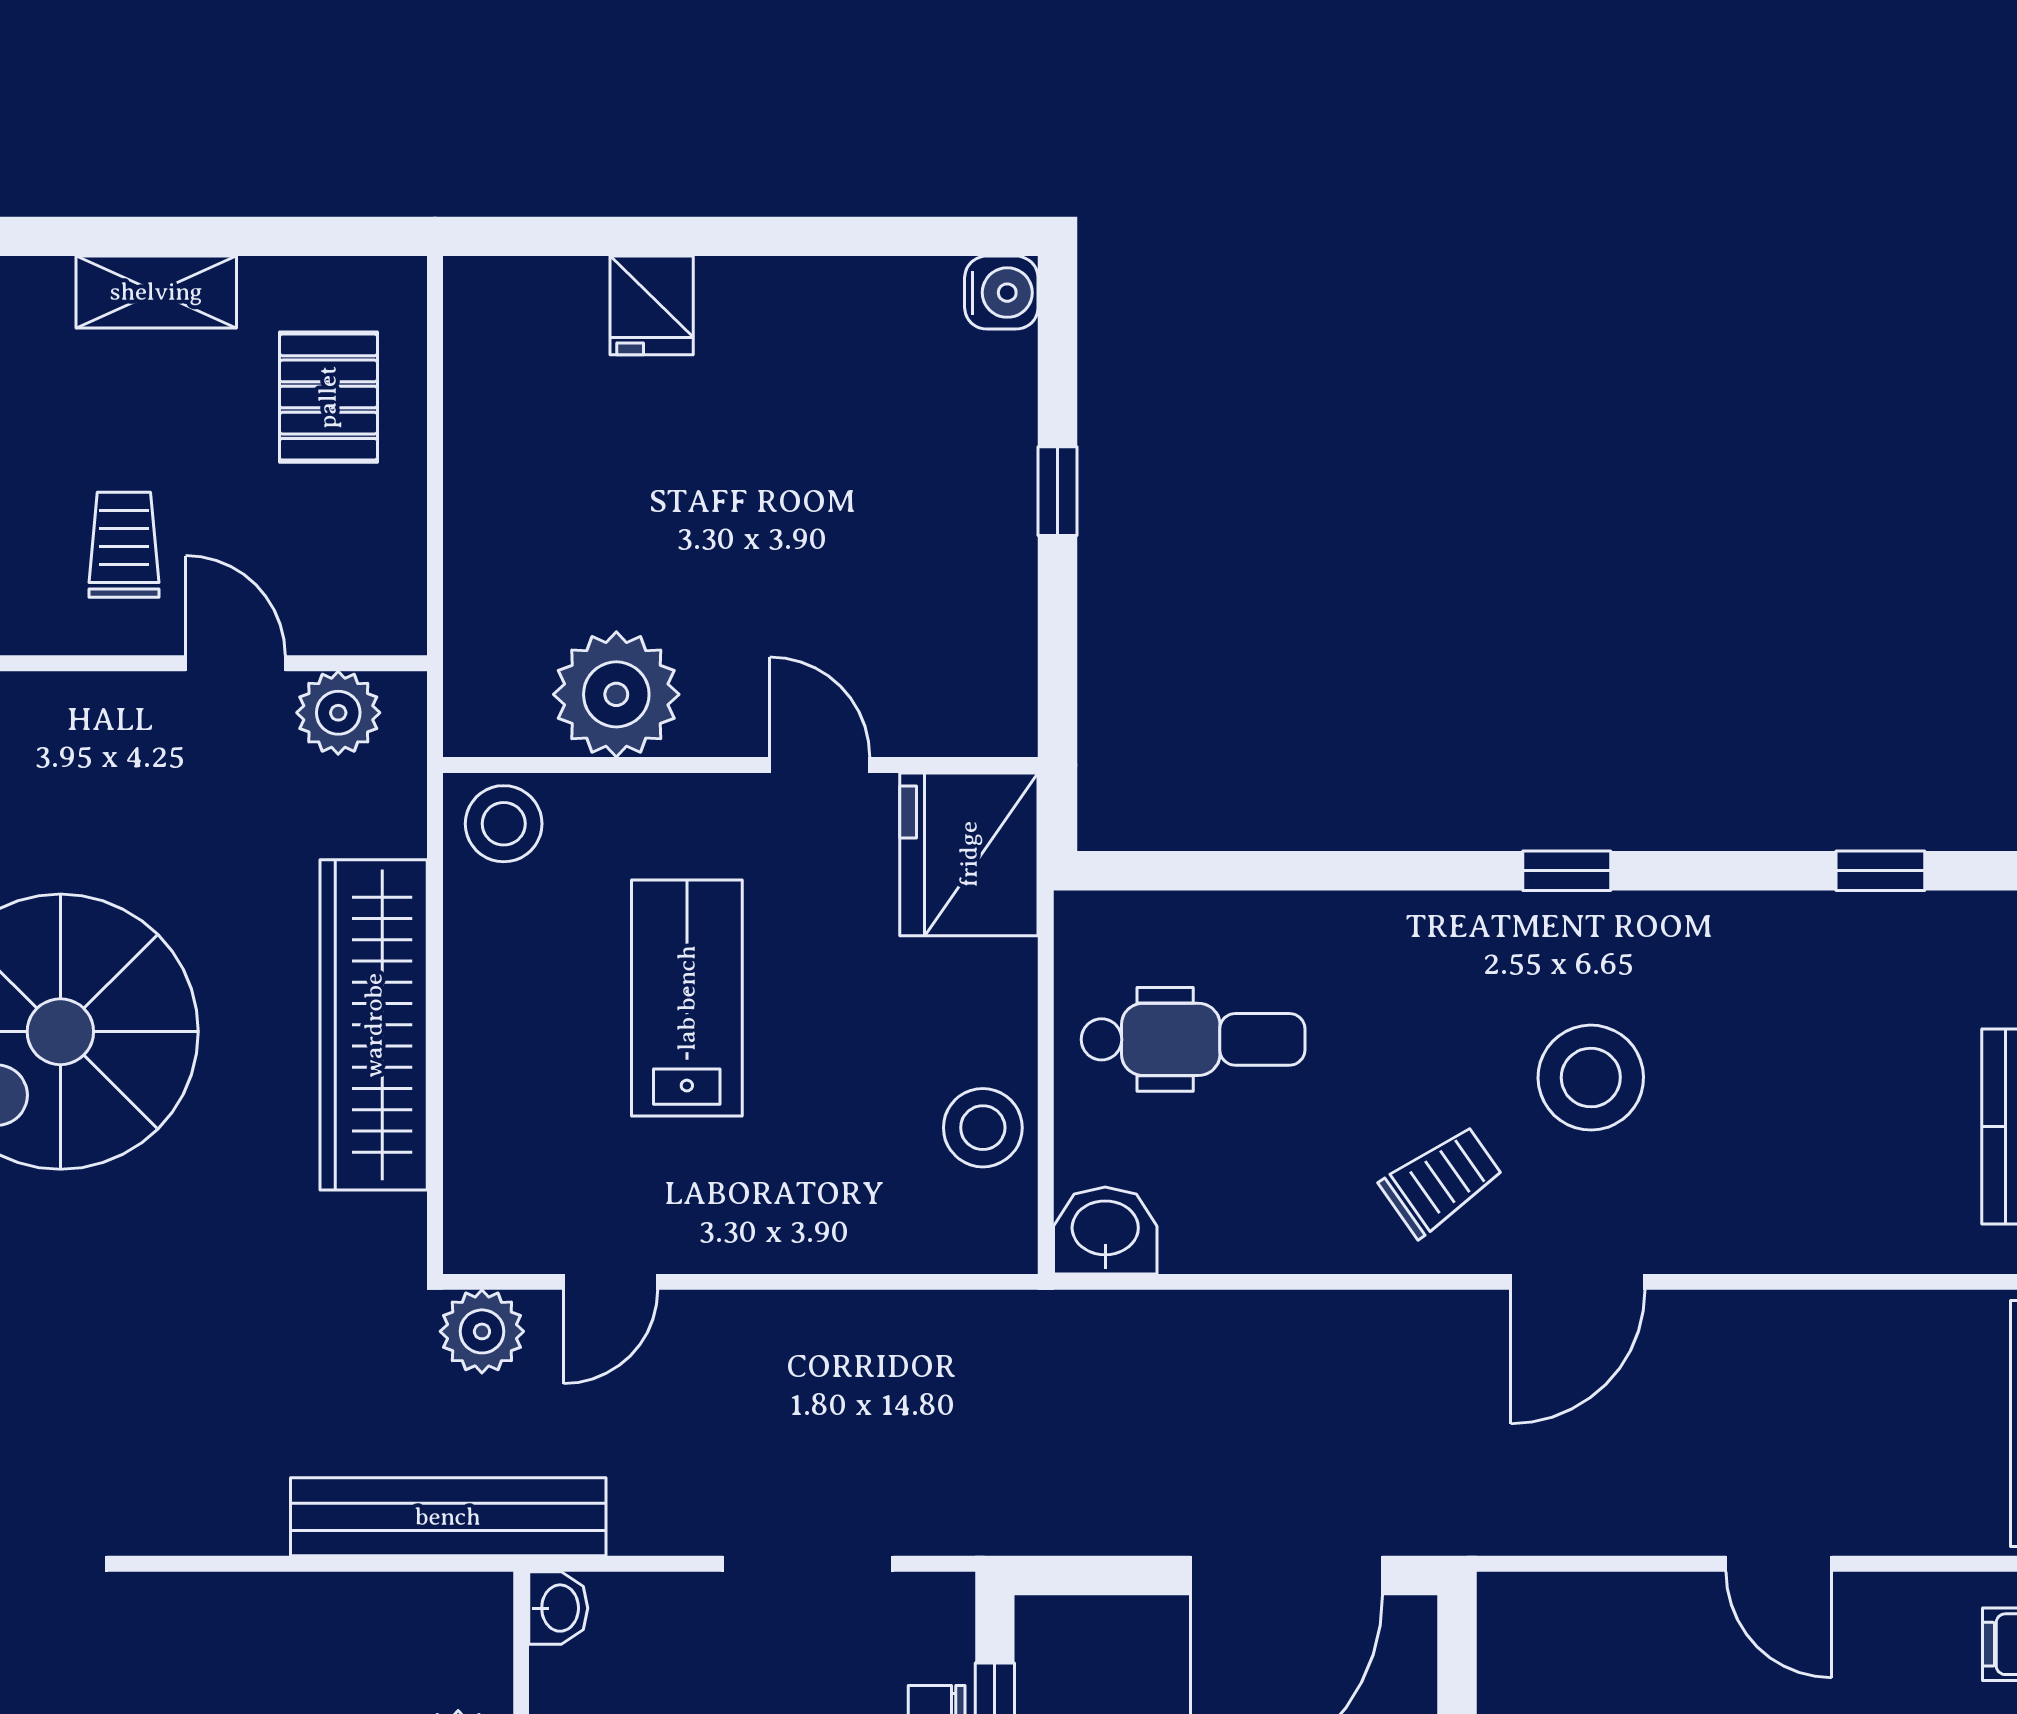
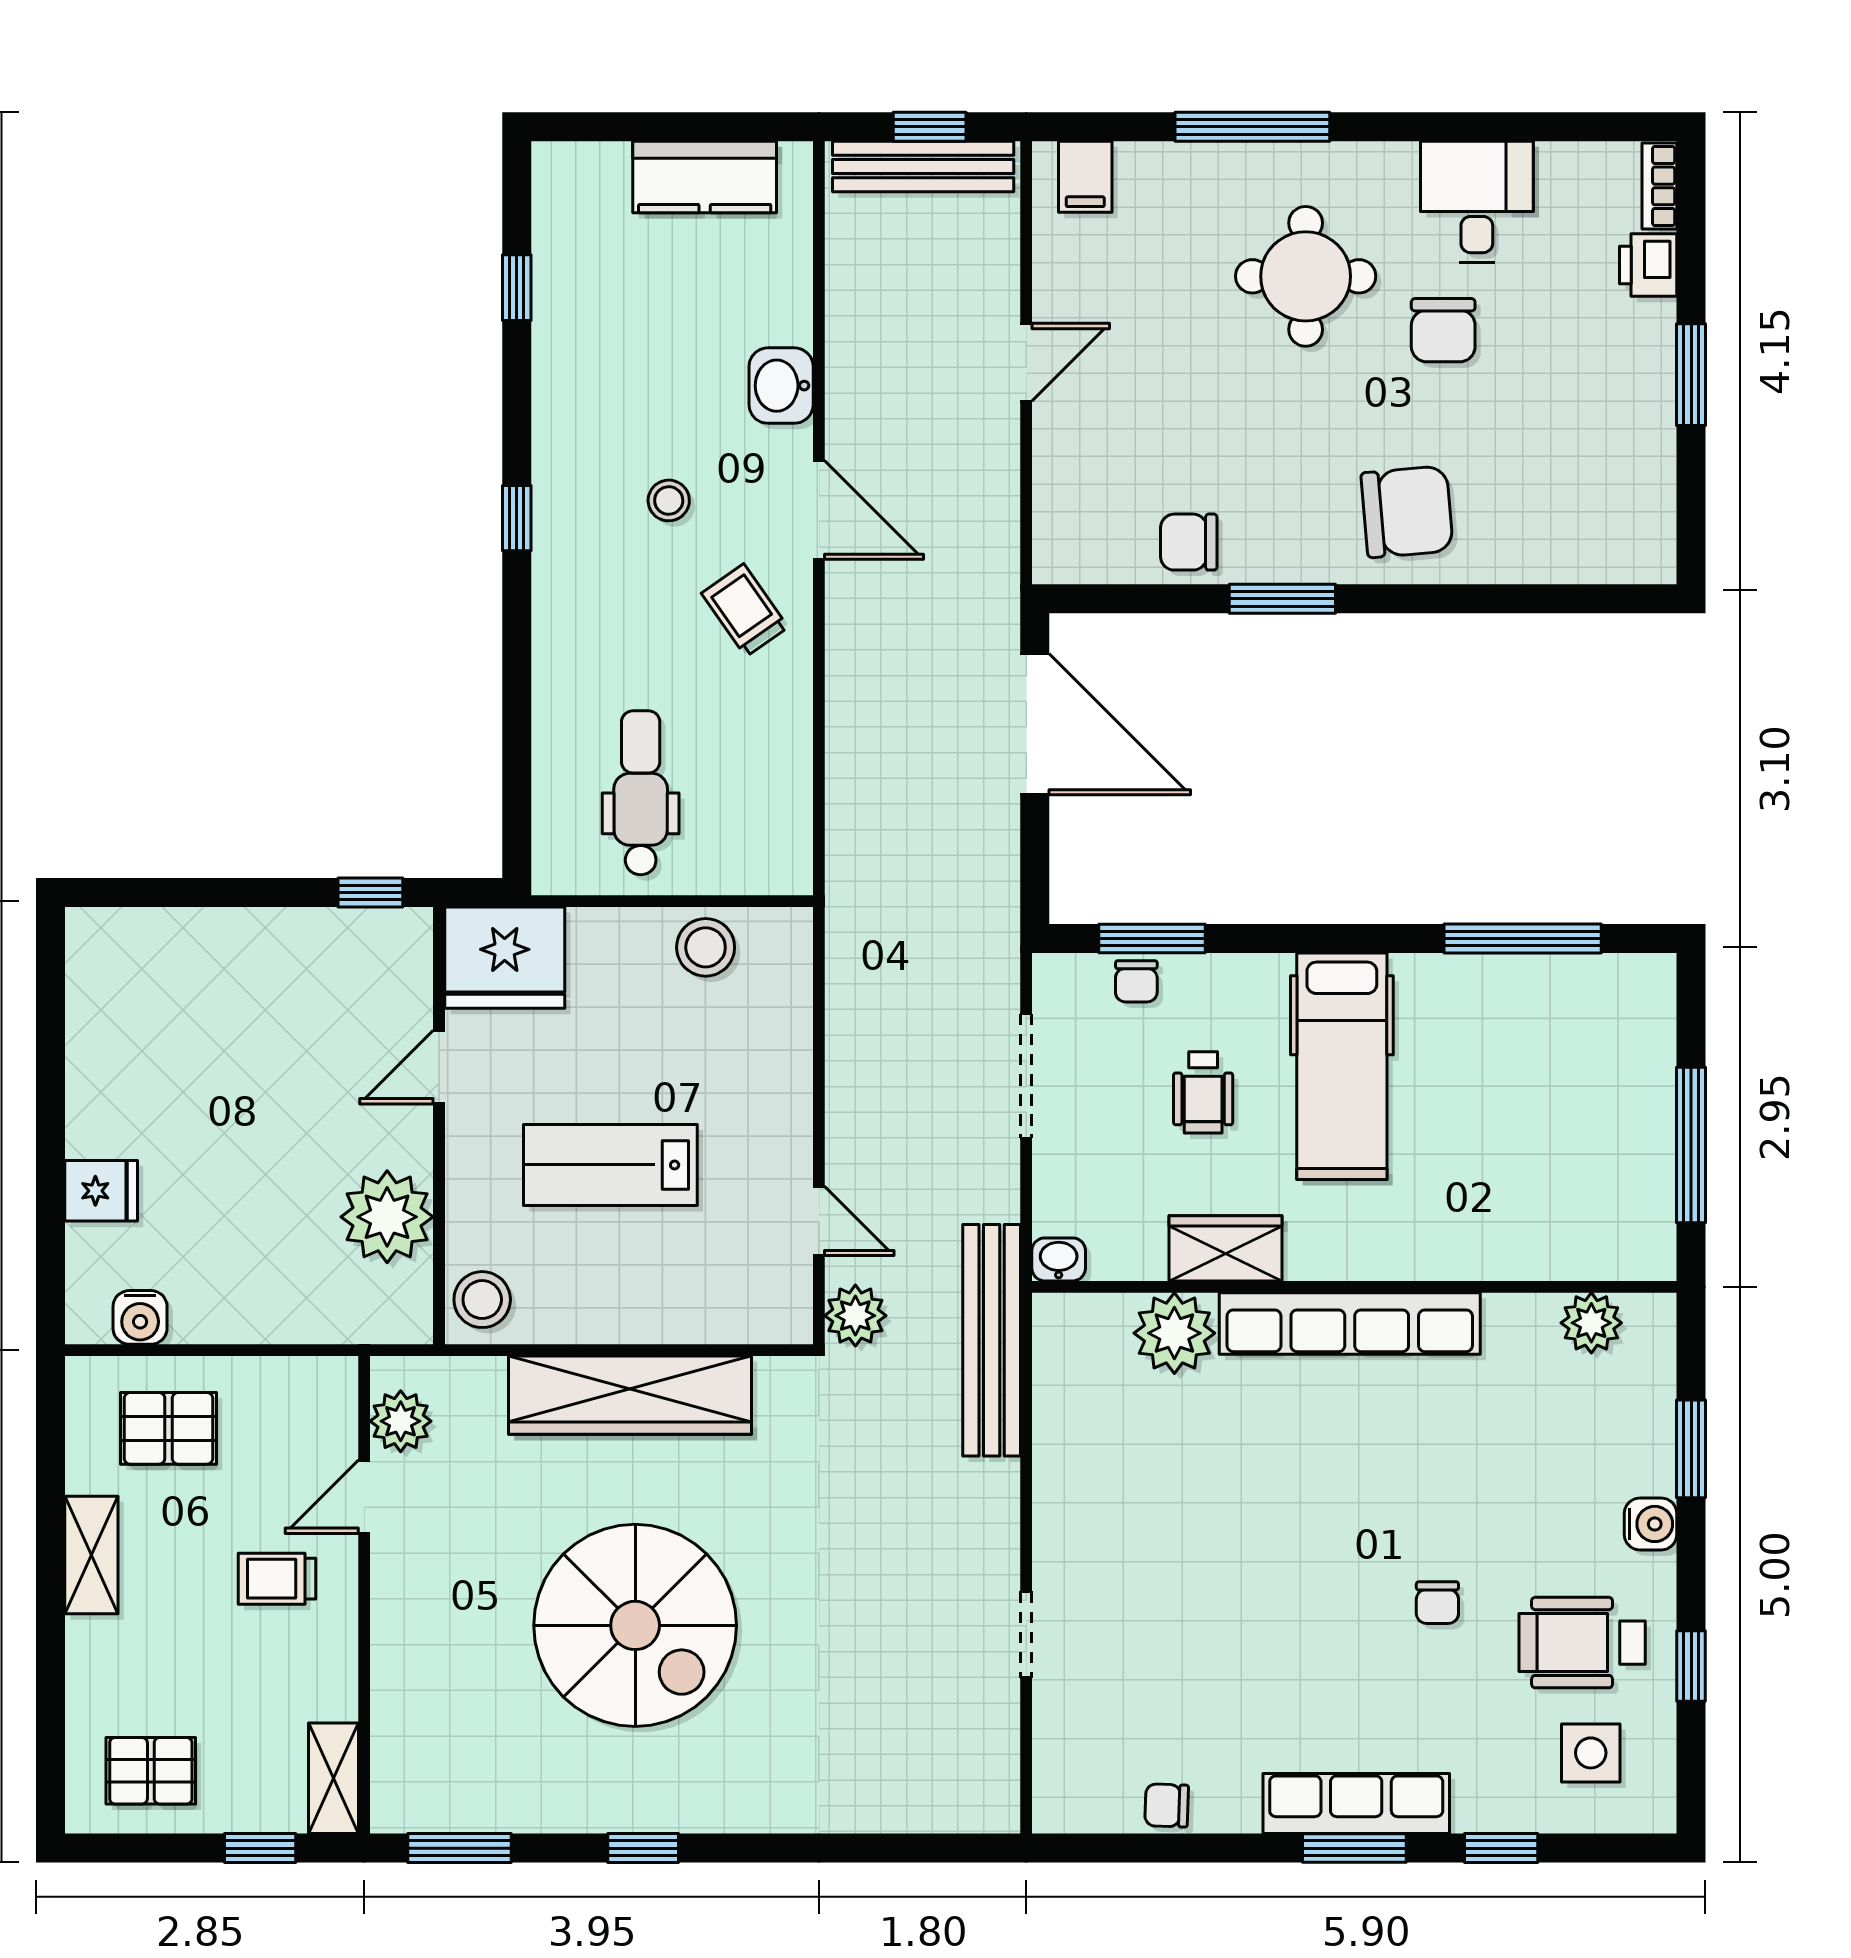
water cooler: (1001, 293) -> (140, 1317), moved, turned 180
window: (1058, 491) -> (370, 892), moved
stool: (1591, 1078) -> (669, 500), width x0.53, depth x0.53
washbasin: (1105, 1230) -> (781, 386), moved

